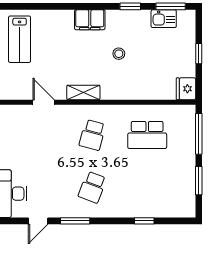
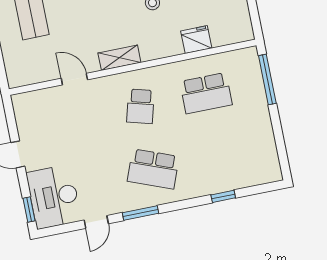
fridge: (186, 89) -> (196, 40), moved, turned 90
window: (199, 181) -> (279, 135), removed
school desk: (92, 187) -> (153, 169), width x1.85

